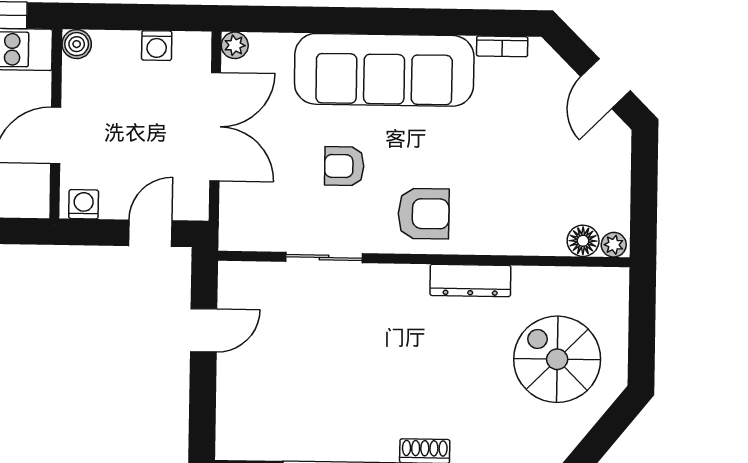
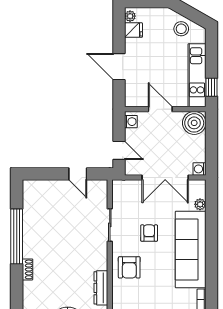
boiler: (77, 44) -> (194, 123), width x1.86, depth x1.86
plant: (235, 45) -> (200, 204), moved
washing machine: (157, 46) -> (199, 169), moved

